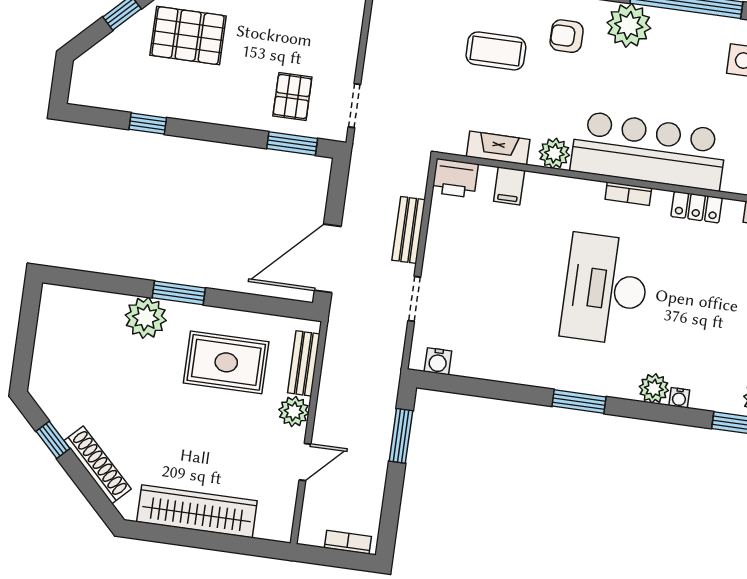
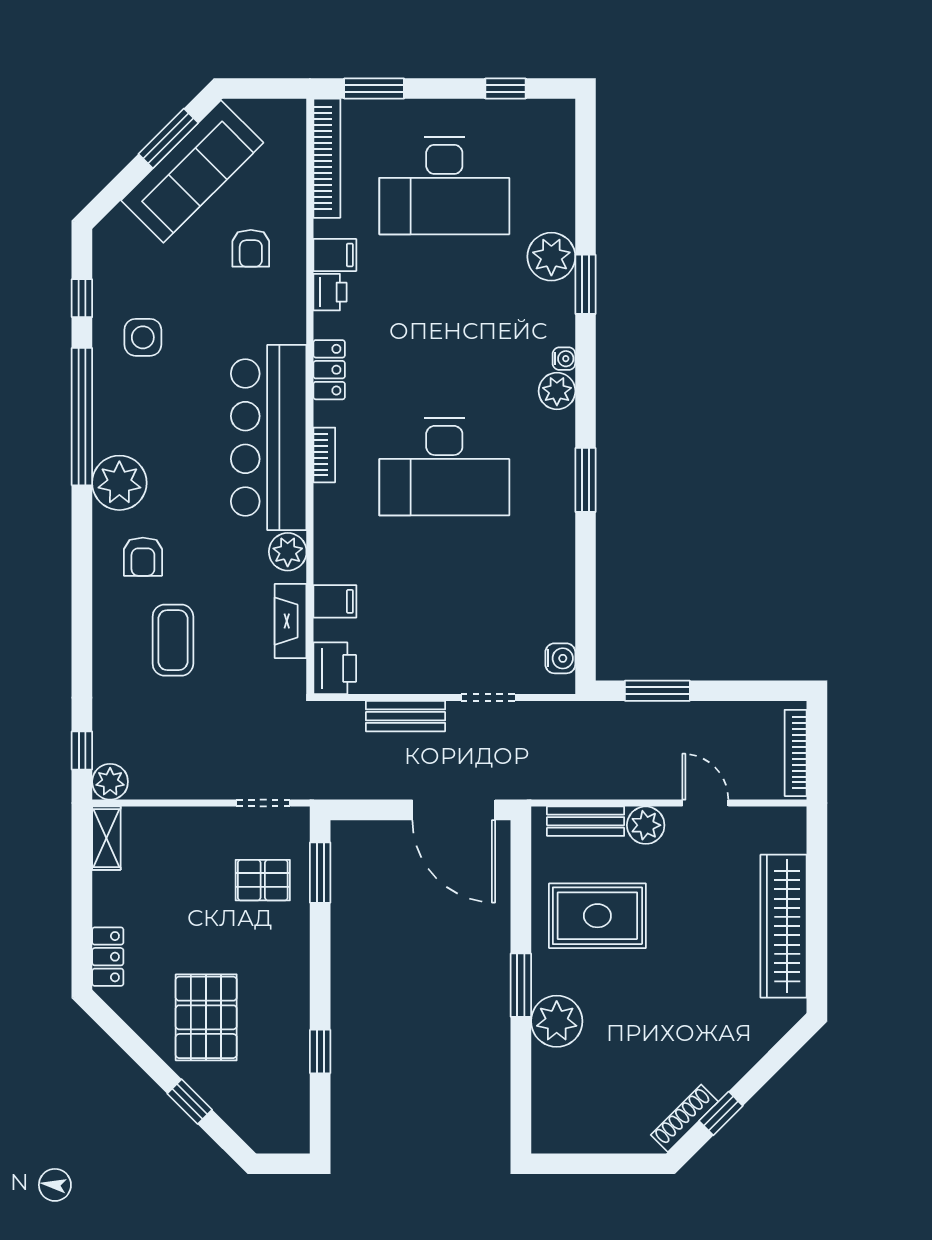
rug: (226, 362) -> (597, 916), turned 90
shoe rack: (98, 465) -> (684, 1118), moved, width x0.74, depth x0.81
bookcase: (348, 542) -> (796, 753), width x1.56

